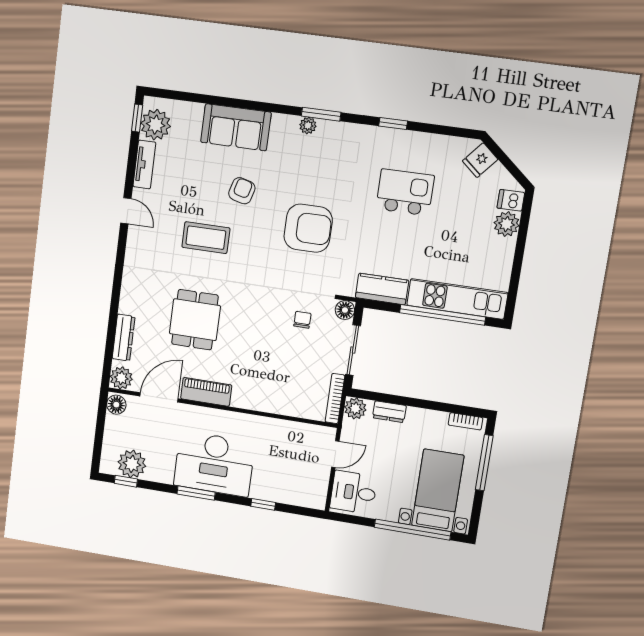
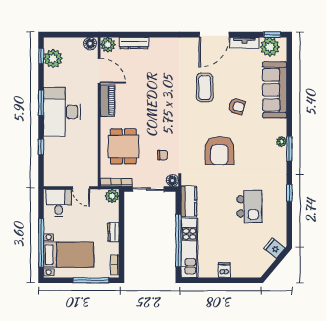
sofa: (236, 127) -> (275, 90), width x1.36
dishwasher: (511, 200) -> (224, 270), moved
door: (126, 211) -> (214, 35), width x1.88
plant: (507, 224) -> (239, 270), removed
dining table: (195, 320) -> (123, 146), moved, turned 90
dresser: (389, 412) -> (113, 232), moved

